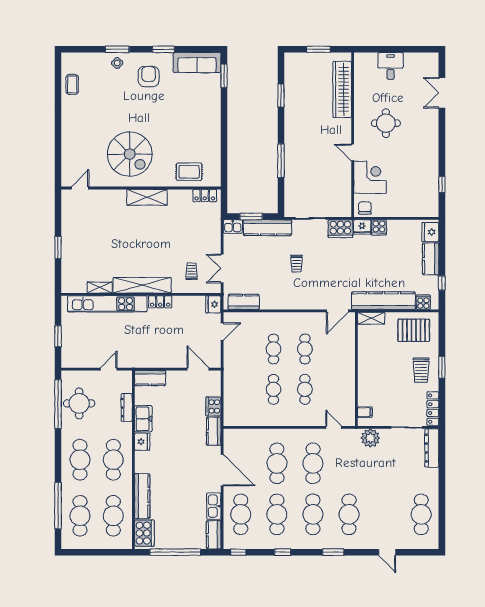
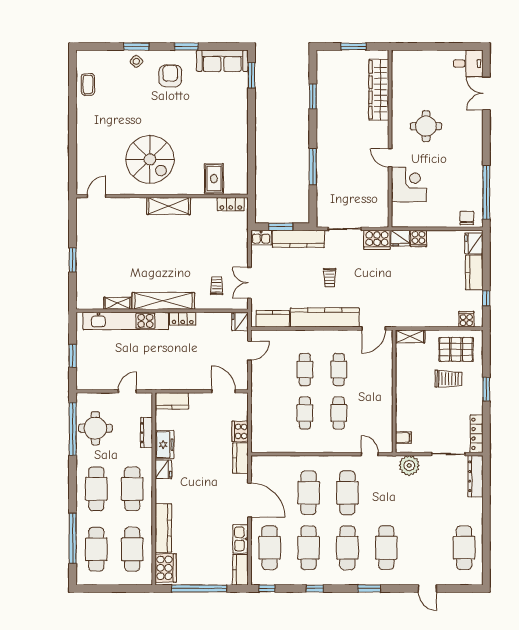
desk: (391, 66) -> (468, 63), moved, turned 90
rug: (189, 172) -> (214, 179), turned 90
window: (442, 185) -> (486, 192), width x3.17
chair: (365, 208) -> (467, 218), moved
kitchen counter: (383, 301) -> (325, 317), moved
trolley: (421, 370) -> (448, 379), moved, turned -89

